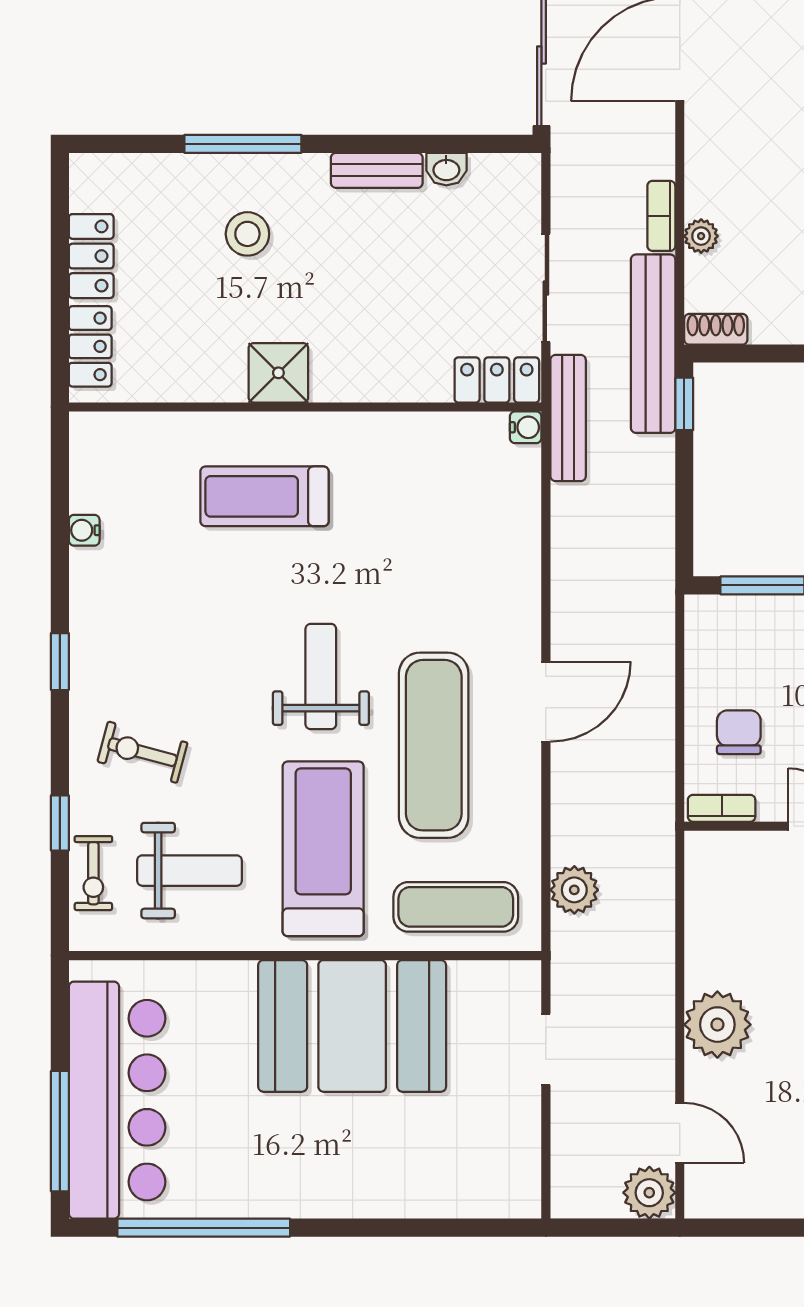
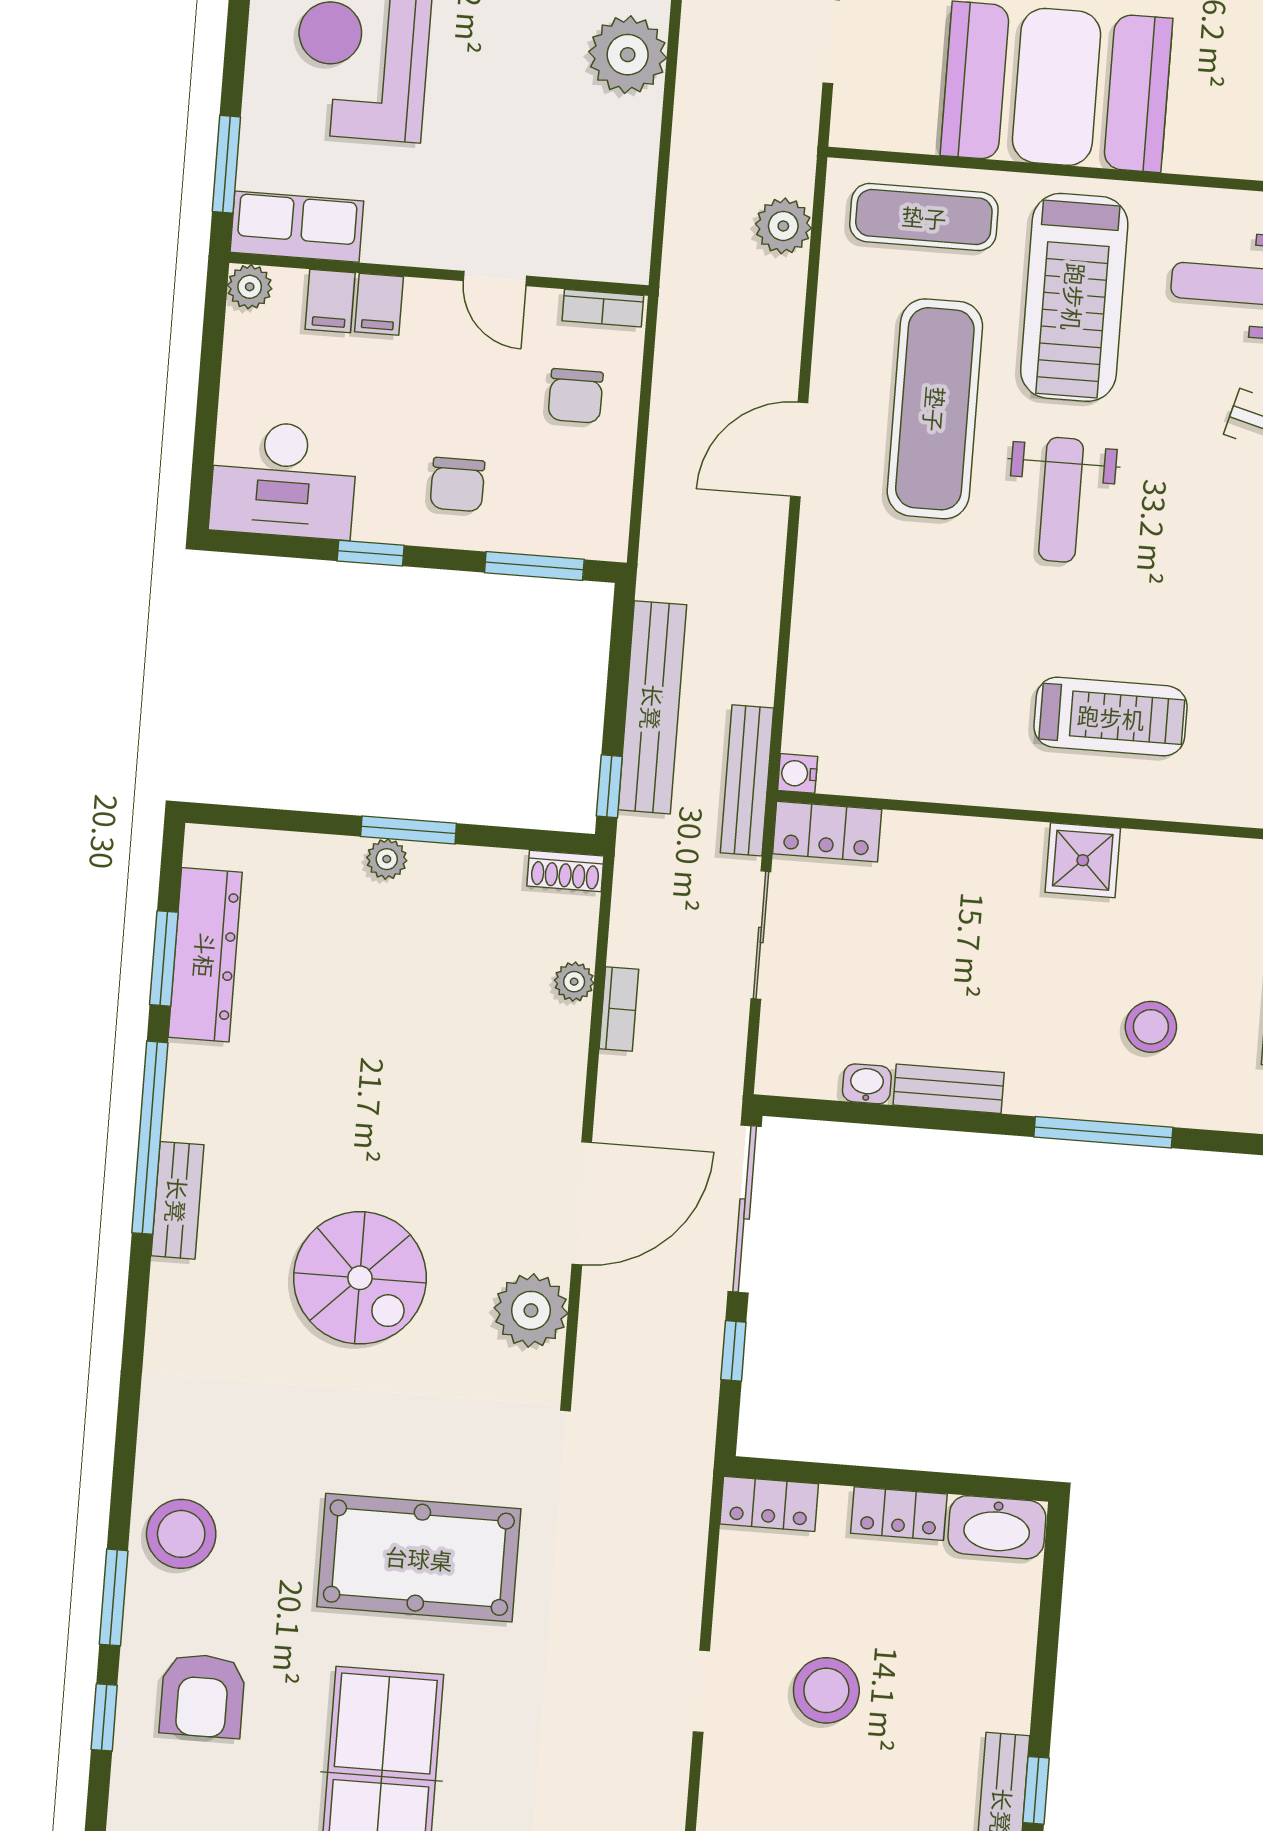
stool: (247, 234) -> (1151, 1027), moved
bench: (653, 344) -> (652, 707), moved

